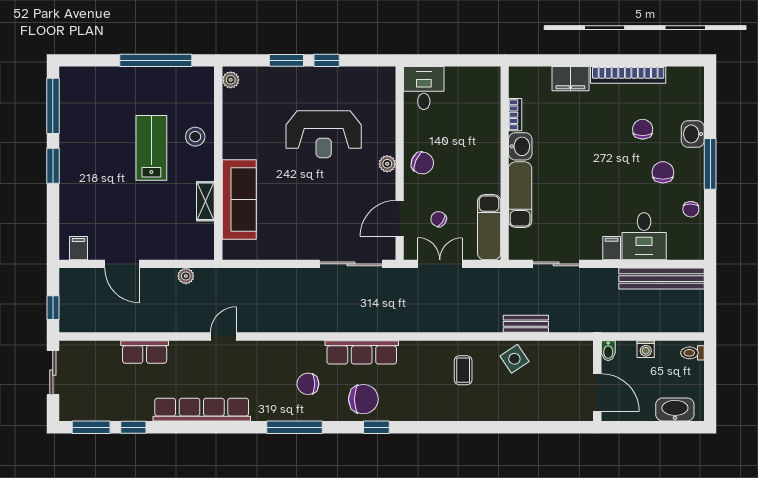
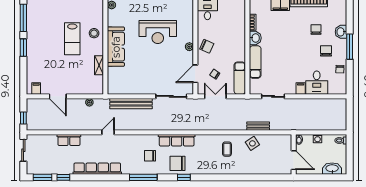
lab bench: (151, 148) -> (72, 39), turned 180
sofa: (239, 200) -> (116, 47), moved
bench: (661, 279) -> (131, 104), moved
chair: (363, 399) -> (177, 163), turned 180

